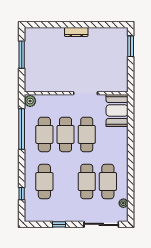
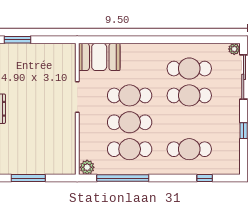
plant: (123, 203) -> (234, 49), moved

